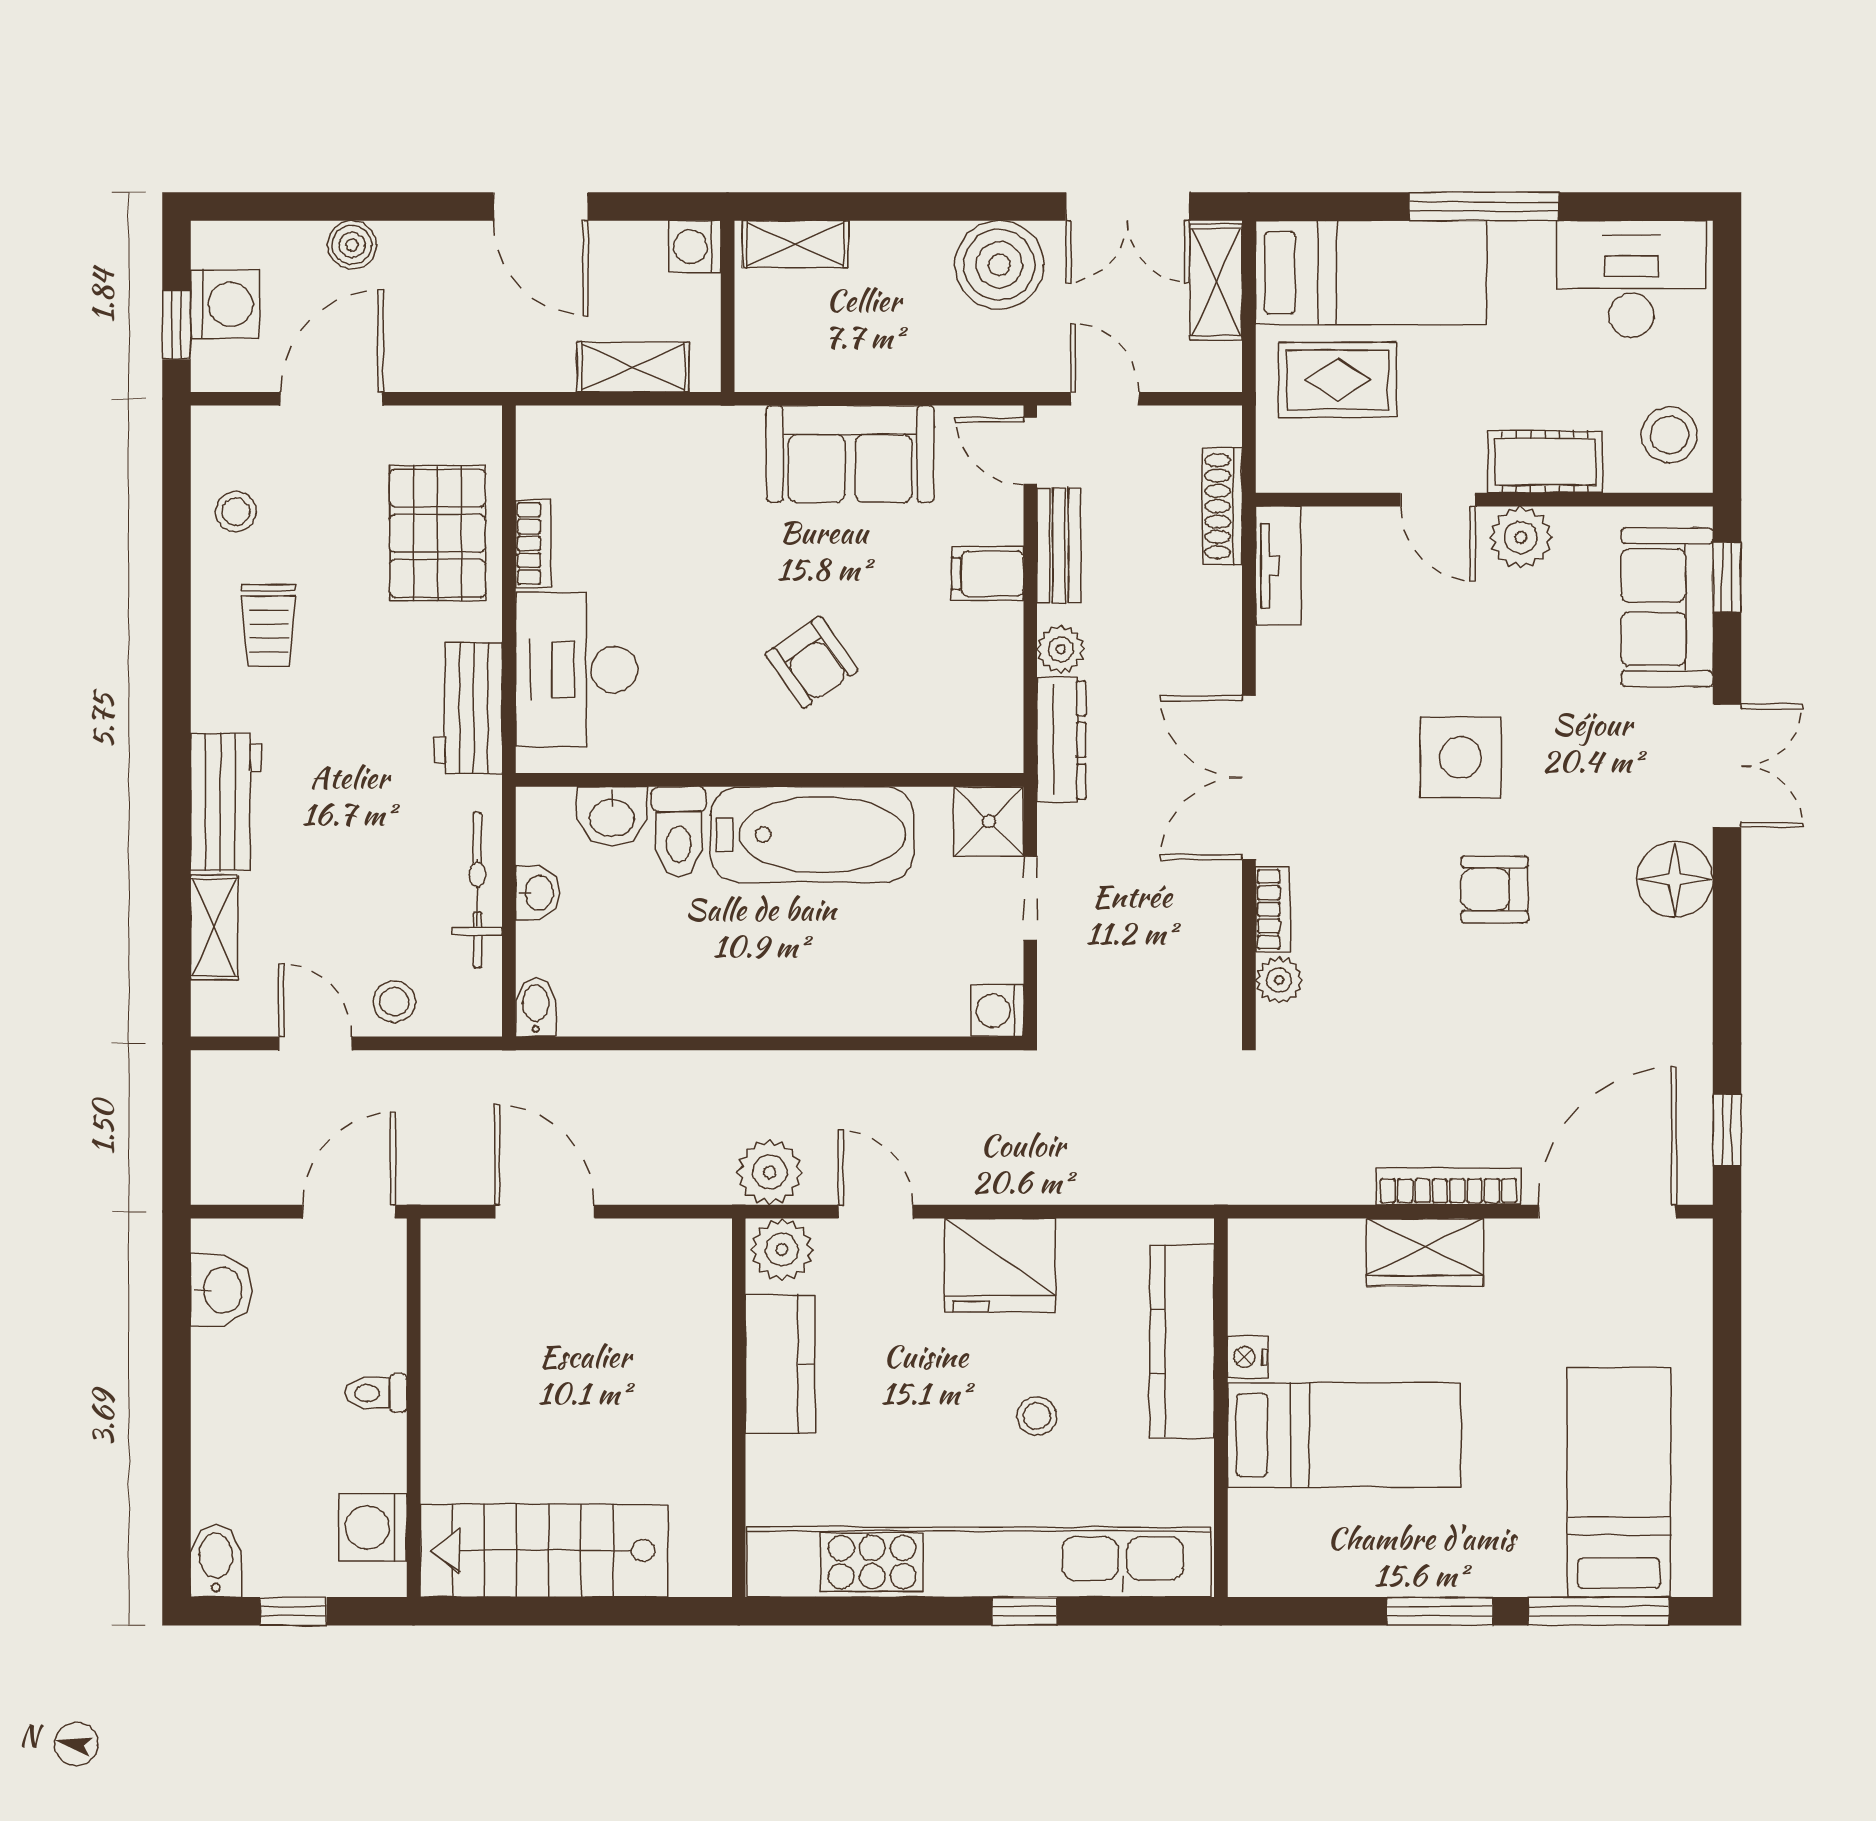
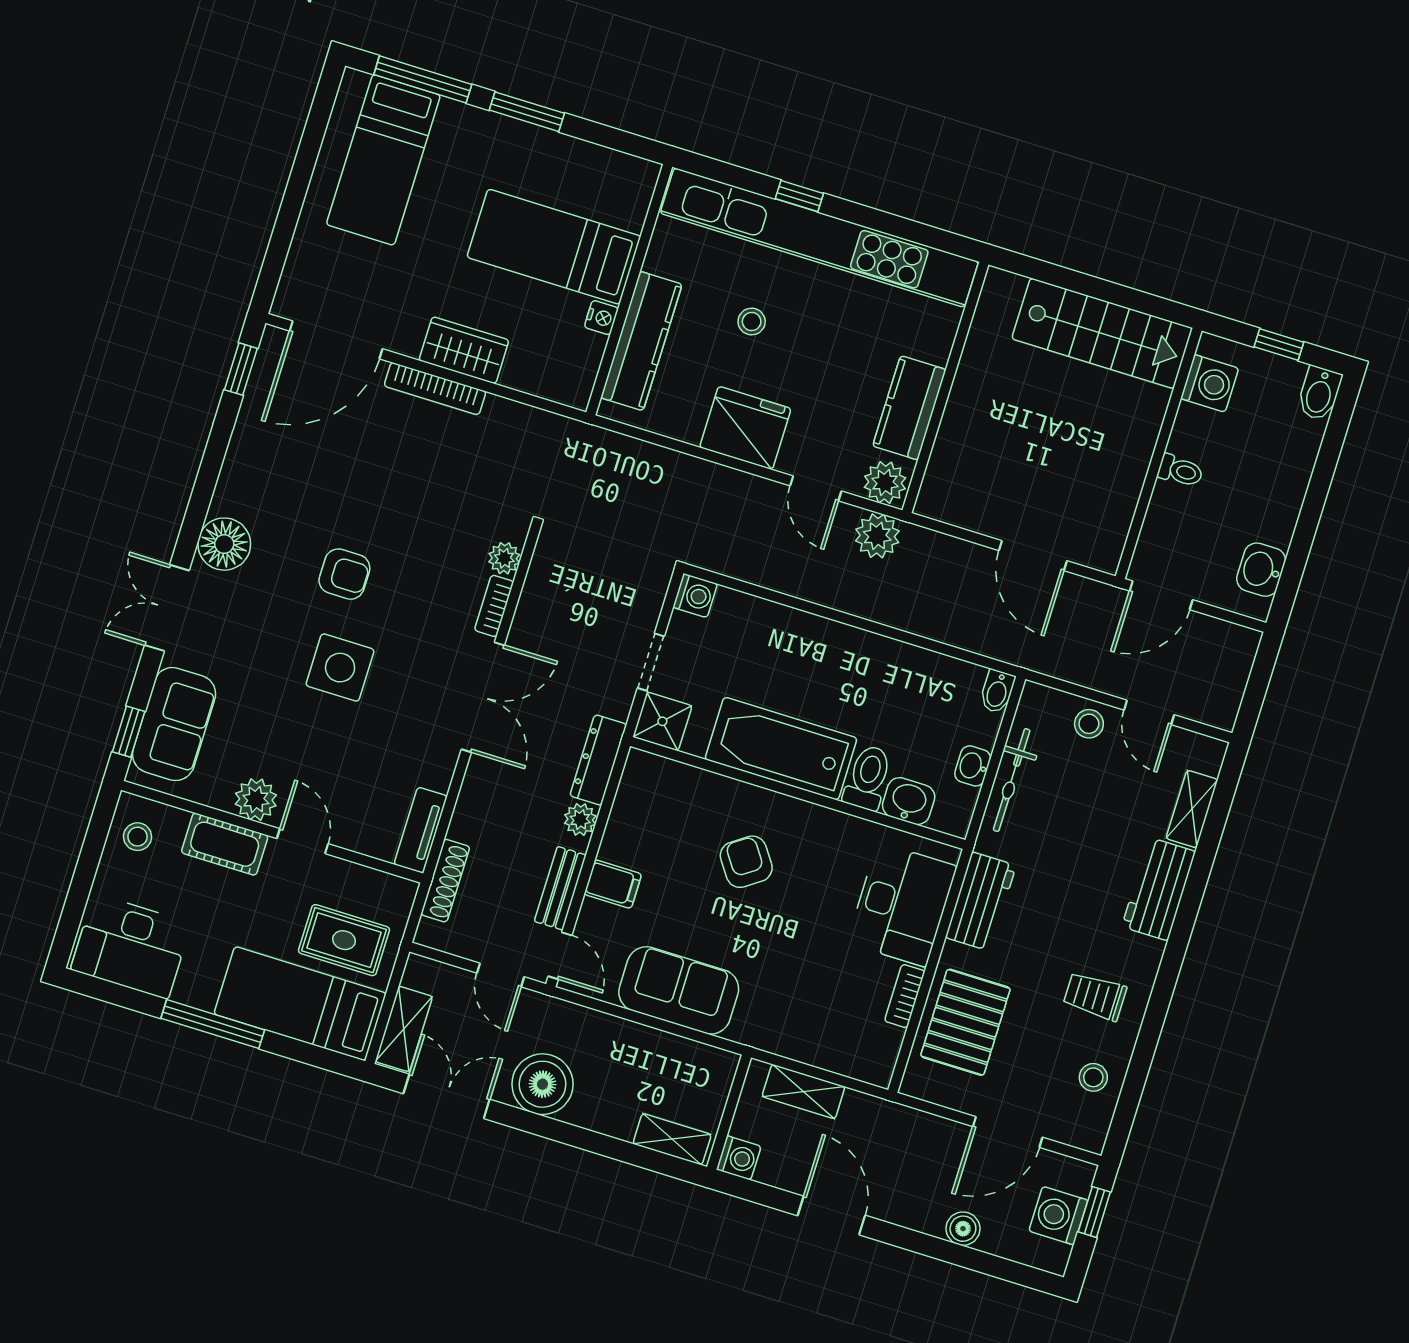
stool: (1669, 435) -> (138, 837), width x0.73, depth x0.73
trolley: (269, 625) -> (1095, 996), turned -90

